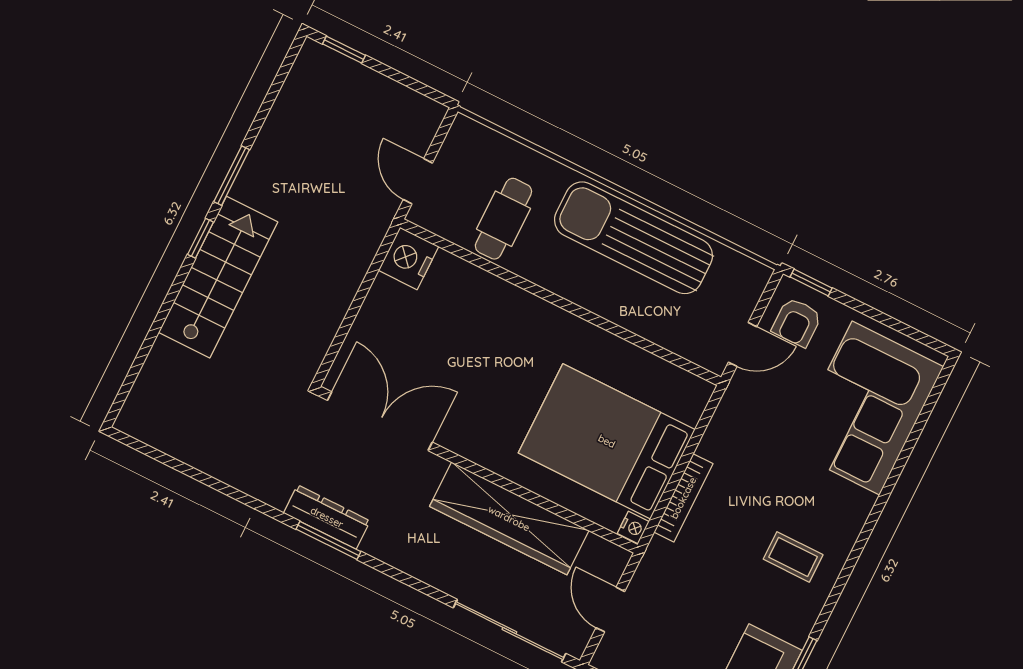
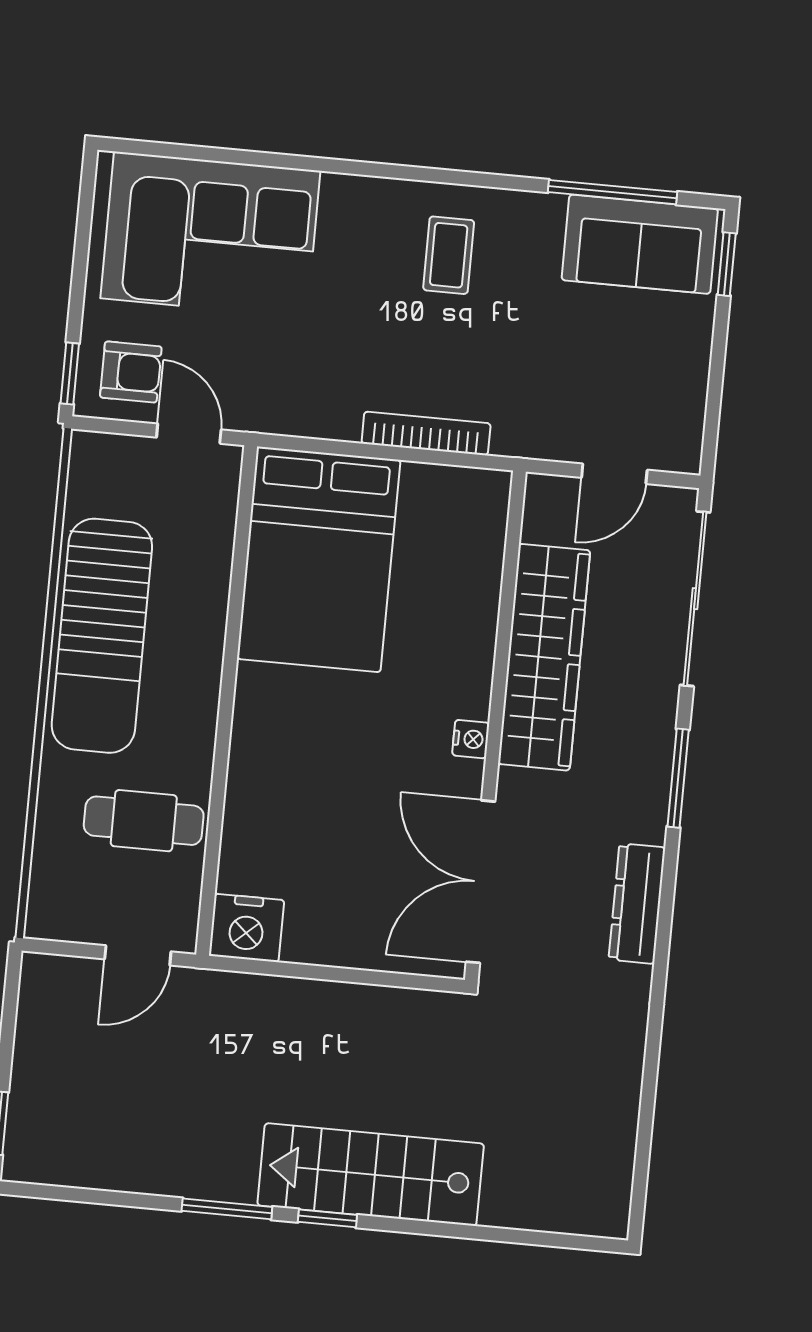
bed: (607, 441) -> (319, 559), moved
nightstand: (633, 528) -> (471, 739), moved, turned 90
window: (328, 540) -> (678, 778), moved

